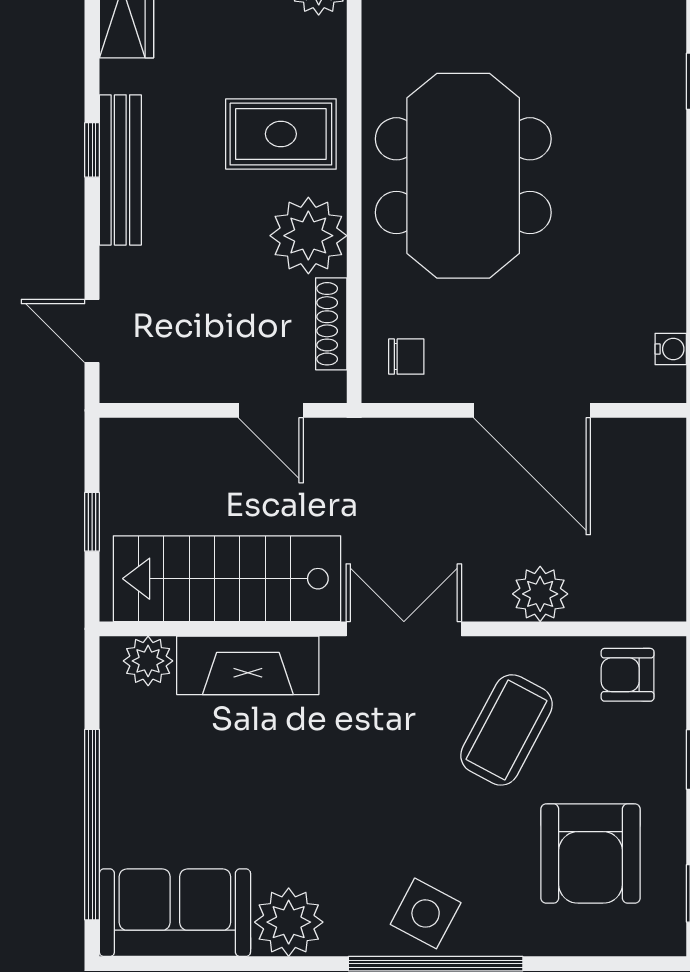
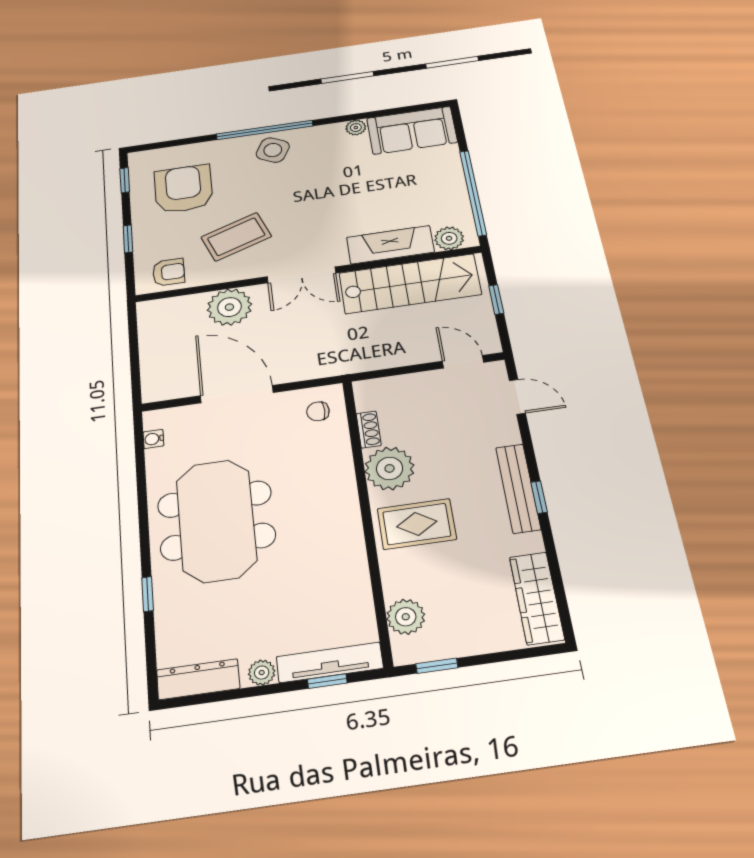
meeting table: (463, 176) -> (216, 520), moved
shoe rack: (331, 324) -> (369, 430), width x0.70
door: (271, 410) -> (463, 362), moved
plant: (540, 594) -> (229, 307), width x1.36, depth x1.36
coffee table: (507, 730) -> (236, 237), turned 42
window: (92, 825) -> (473, 193), moved
plant: (289, 922) -> (356, 128), width x0.53, depth x0.53

